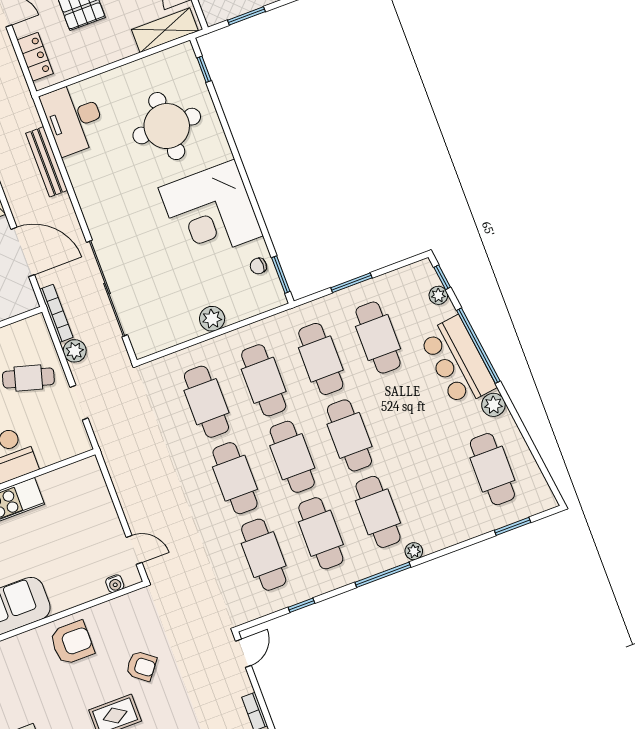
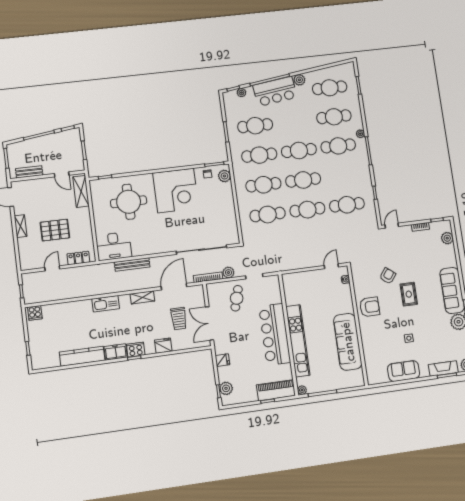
plant: (212, 319) -> (224, 176), moved
cafe table: (321, 533) -> (334, 117), moved
armchair: (72, 643) -> (370, 307), turned 90
door: (243, 653) -> (392, 226), hinge flipped

